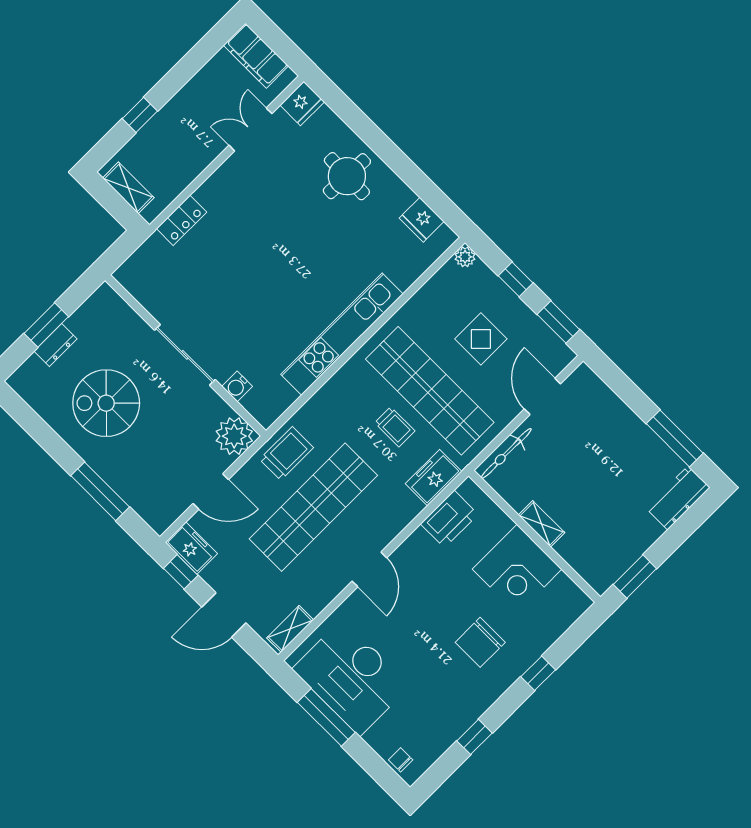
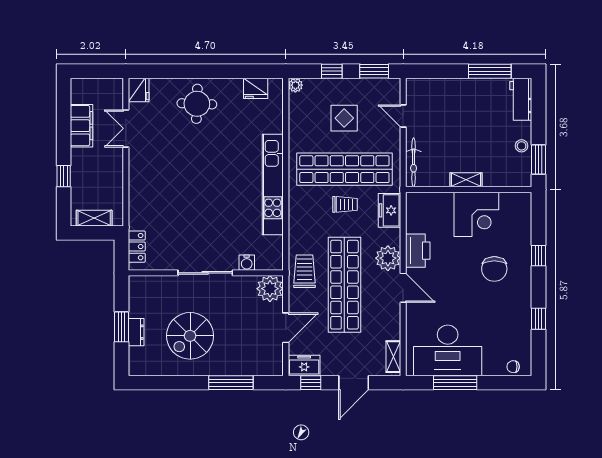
filing cabinet: (256, 56) -> (82, 126), moved, turned -90
locker: (182, 220) -> (137, 247), moved
door: (542, 396) -> (403, 116), width x0.73
printer: (449, 519) -> (418, 251), moved
plant: (384, 524) -> (388, 258), added
stool: (632, 546) -> (522, 146), added

